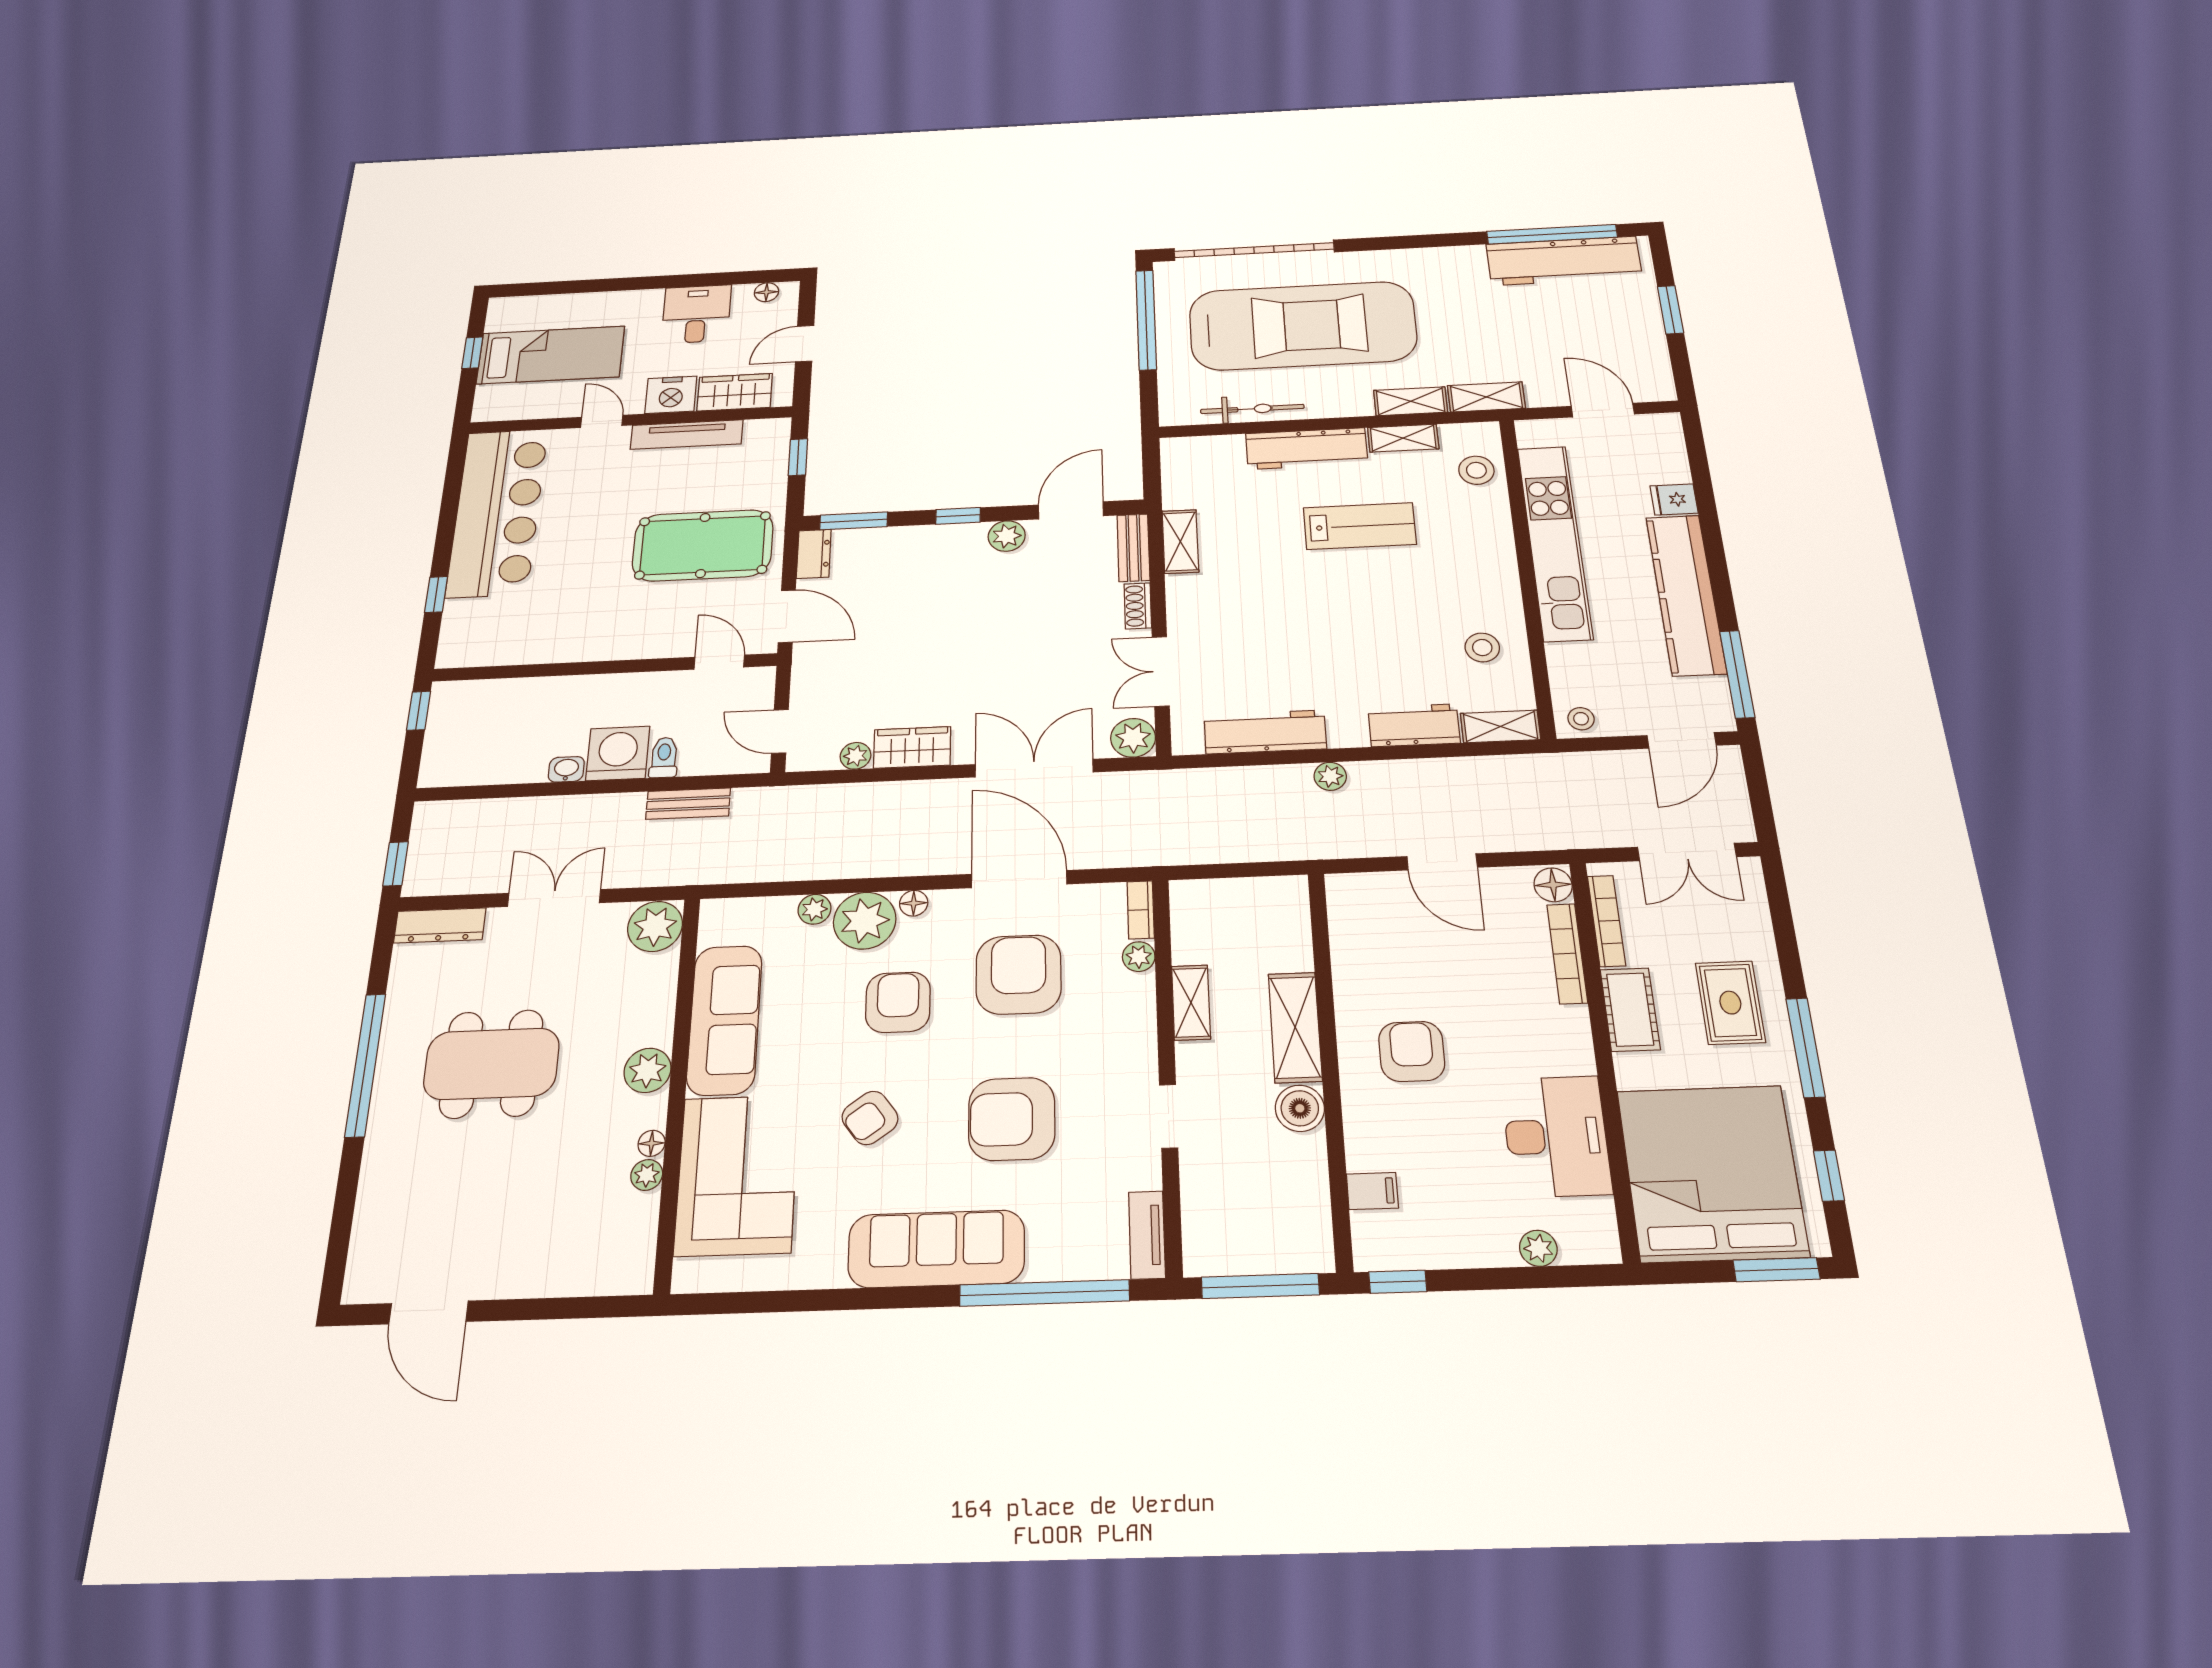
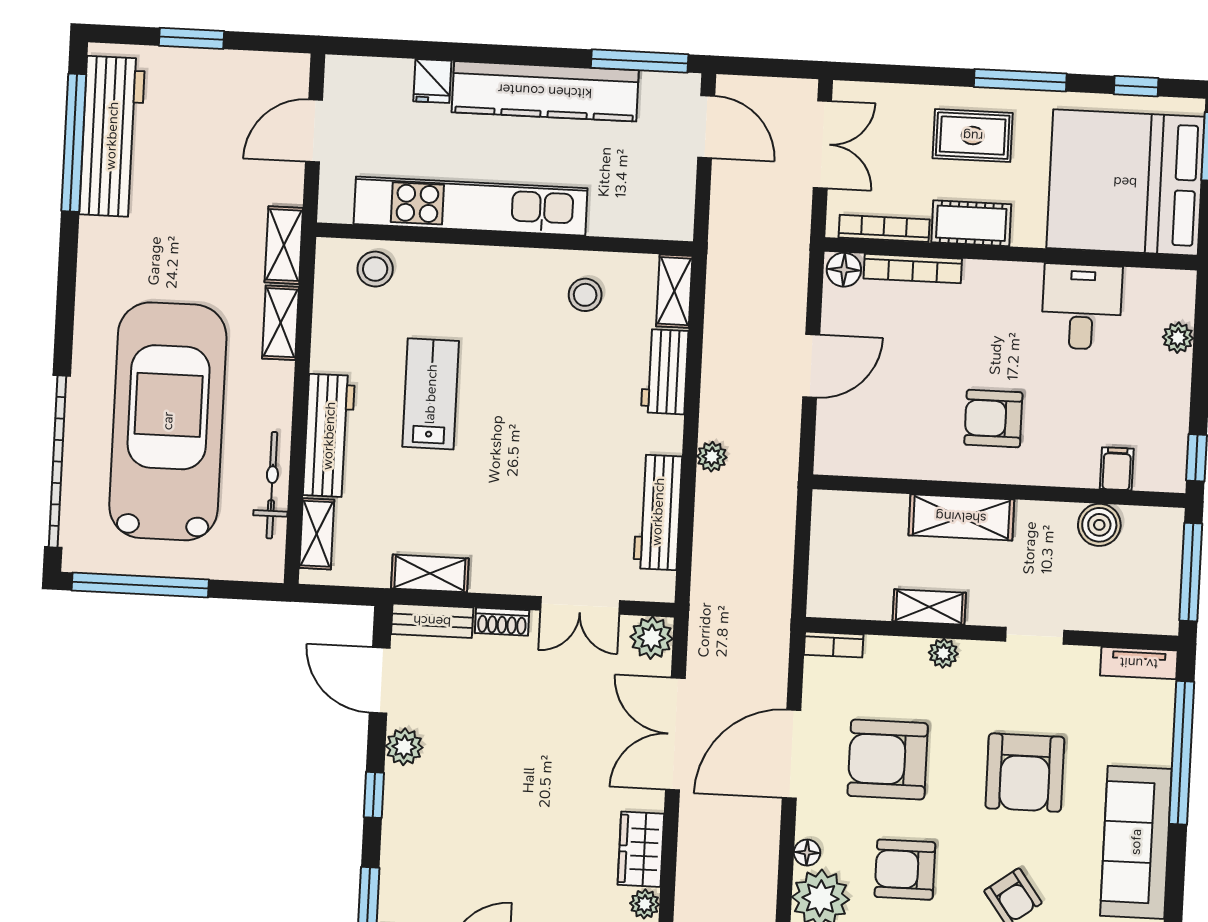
shelving: (1403, 438) -> (317, 534), moved
stool: (1581, 719) -> (673, 215), removed
plant: (1139, 957) -> (943, 653), moved
boiler: (1300, 1108) -> (1099, 525), moved
desk: (1556, 1136) -> (1082, 307), width x0.73

